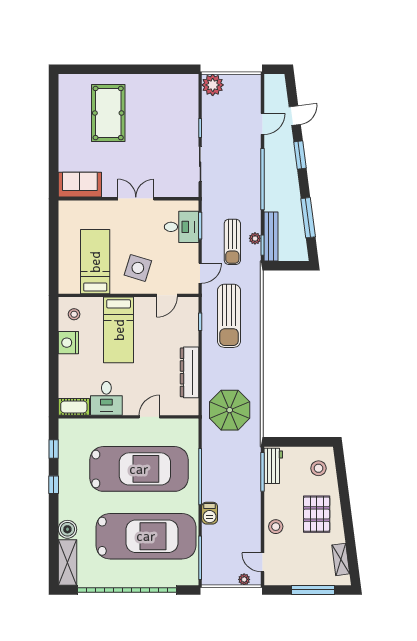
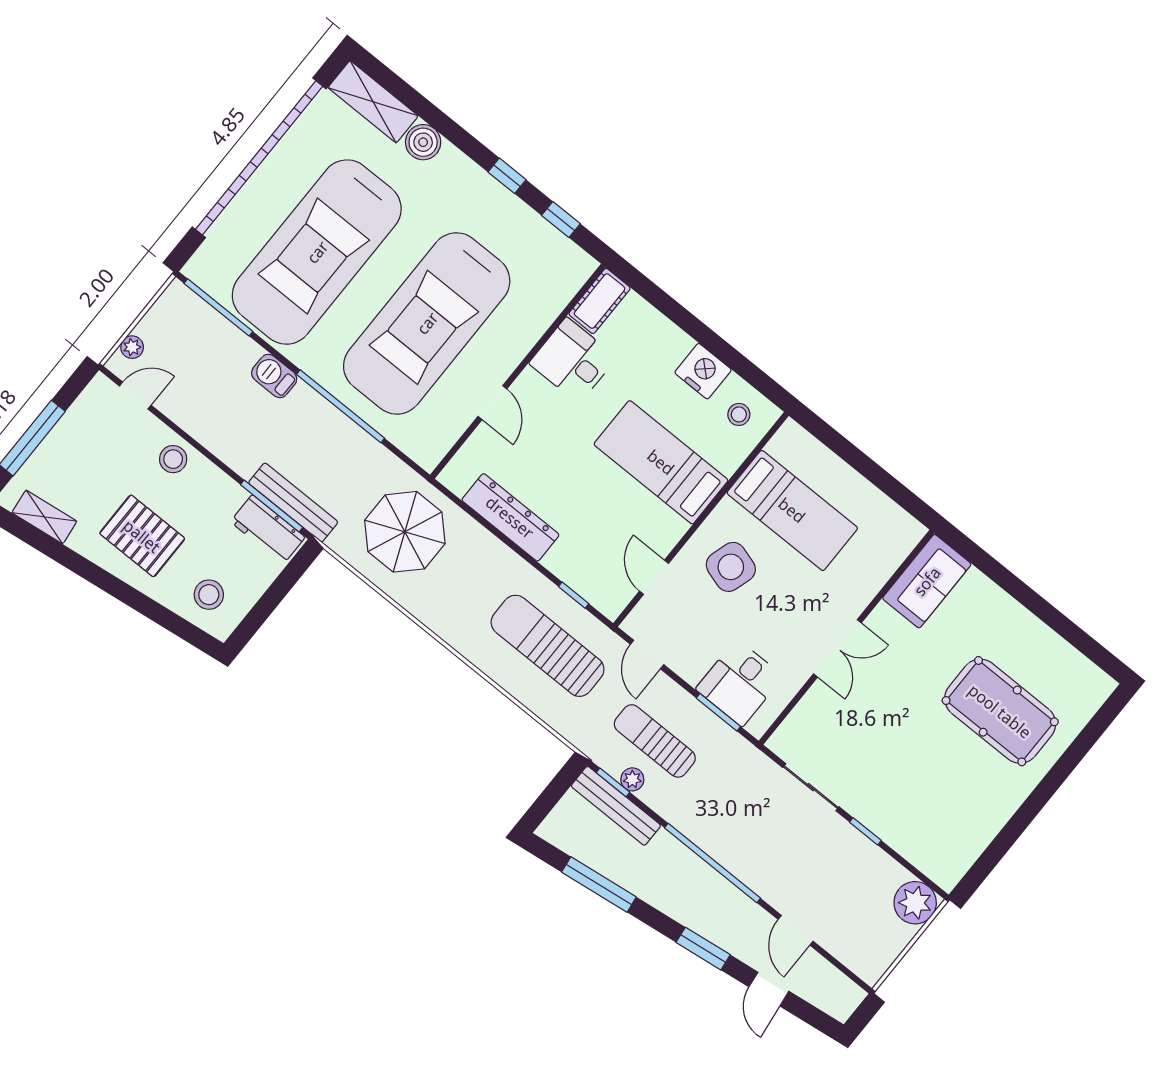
bench: (254, 464) -> (293, 502), added

